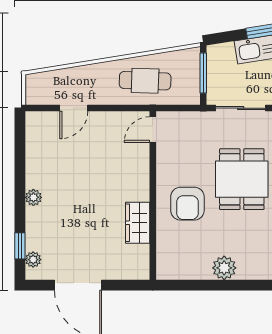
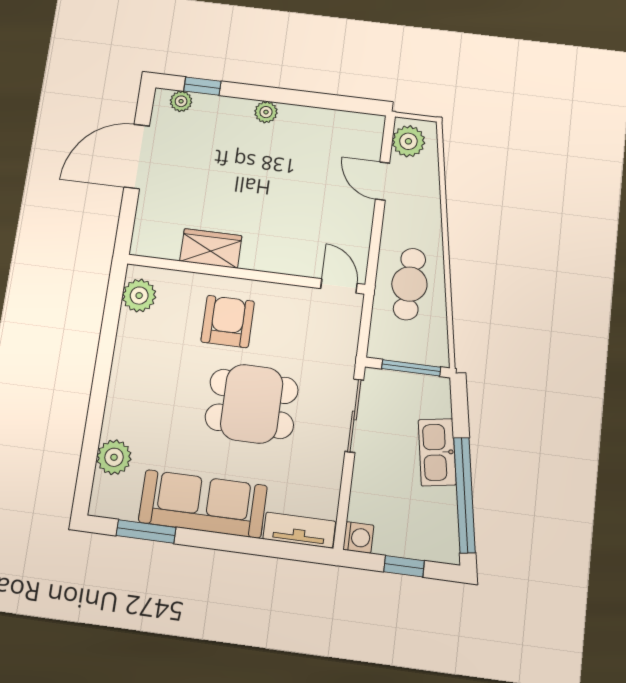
plant: (42, 93) -> (408, 141), added
armchair: (187, 204) -> (228, 322), turned 90
plant: (224, 268) -> (139, 296), moved

